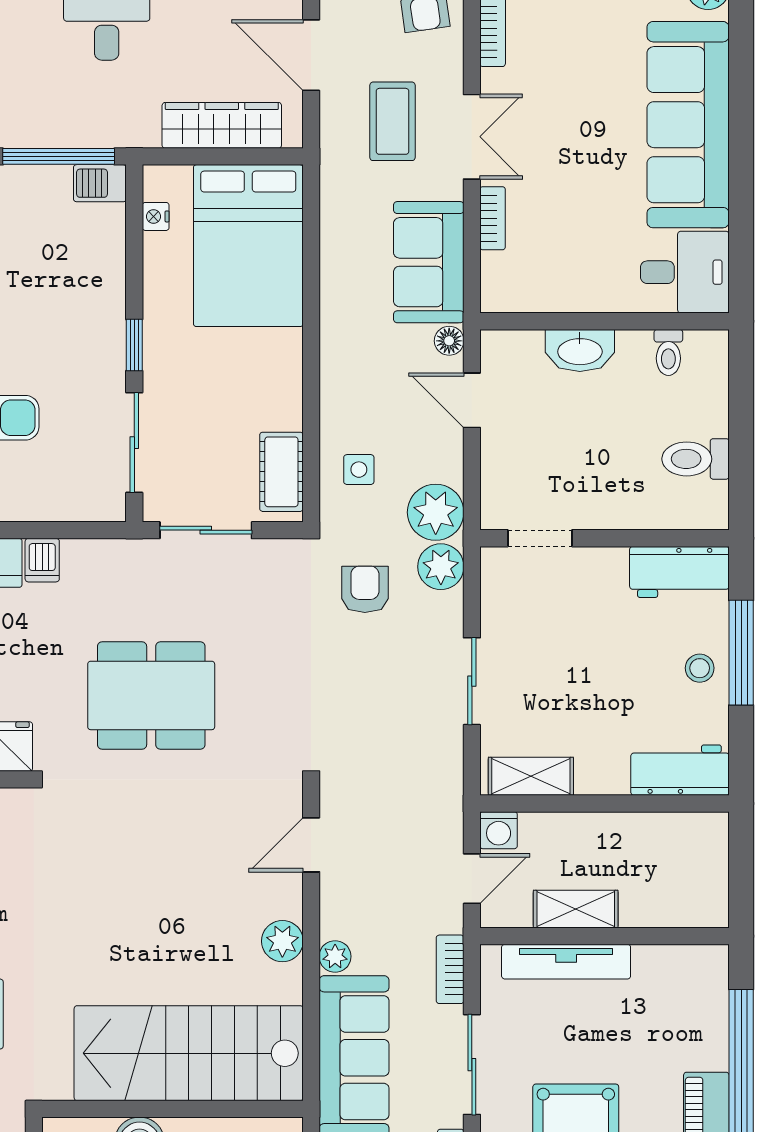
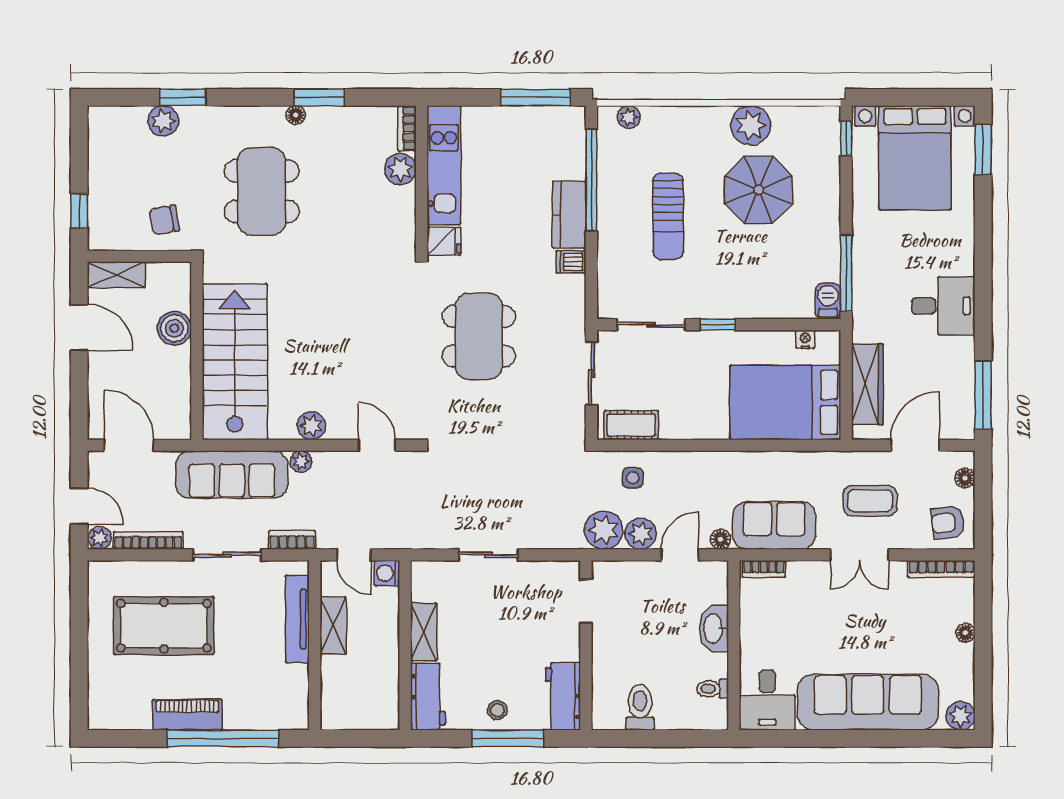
bookcase: (493, 218) -> (764, 569), moved
plant: (441, 567) -> (641, 534), moved
armchair: (365, 589) -> (551, 482), removed
shelving: (531, 776) -> (424, 632), moved

